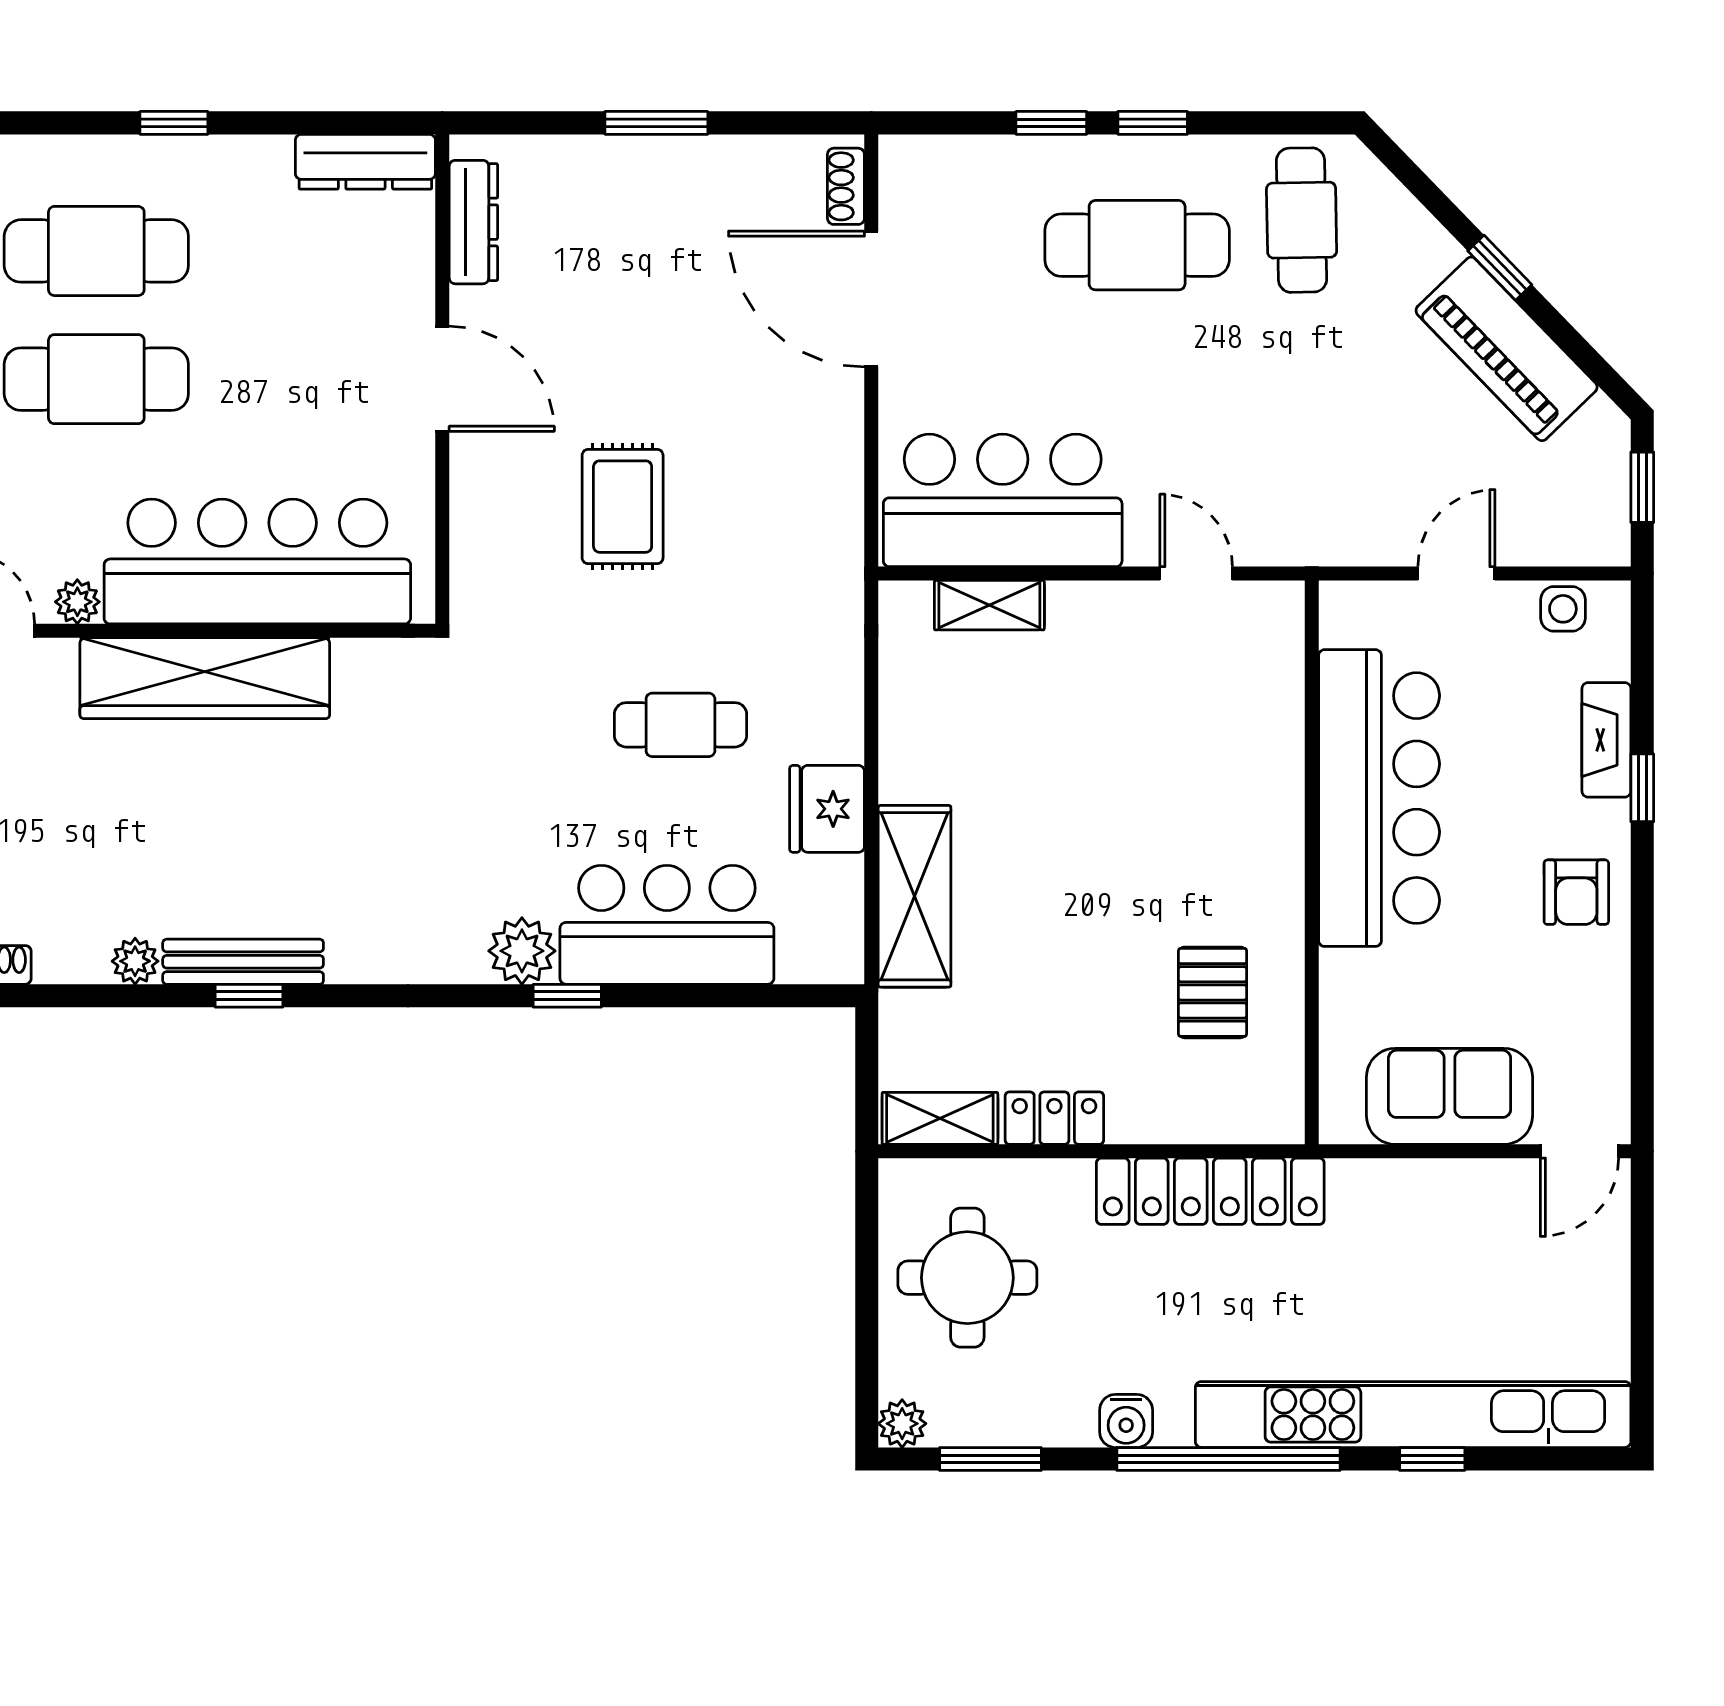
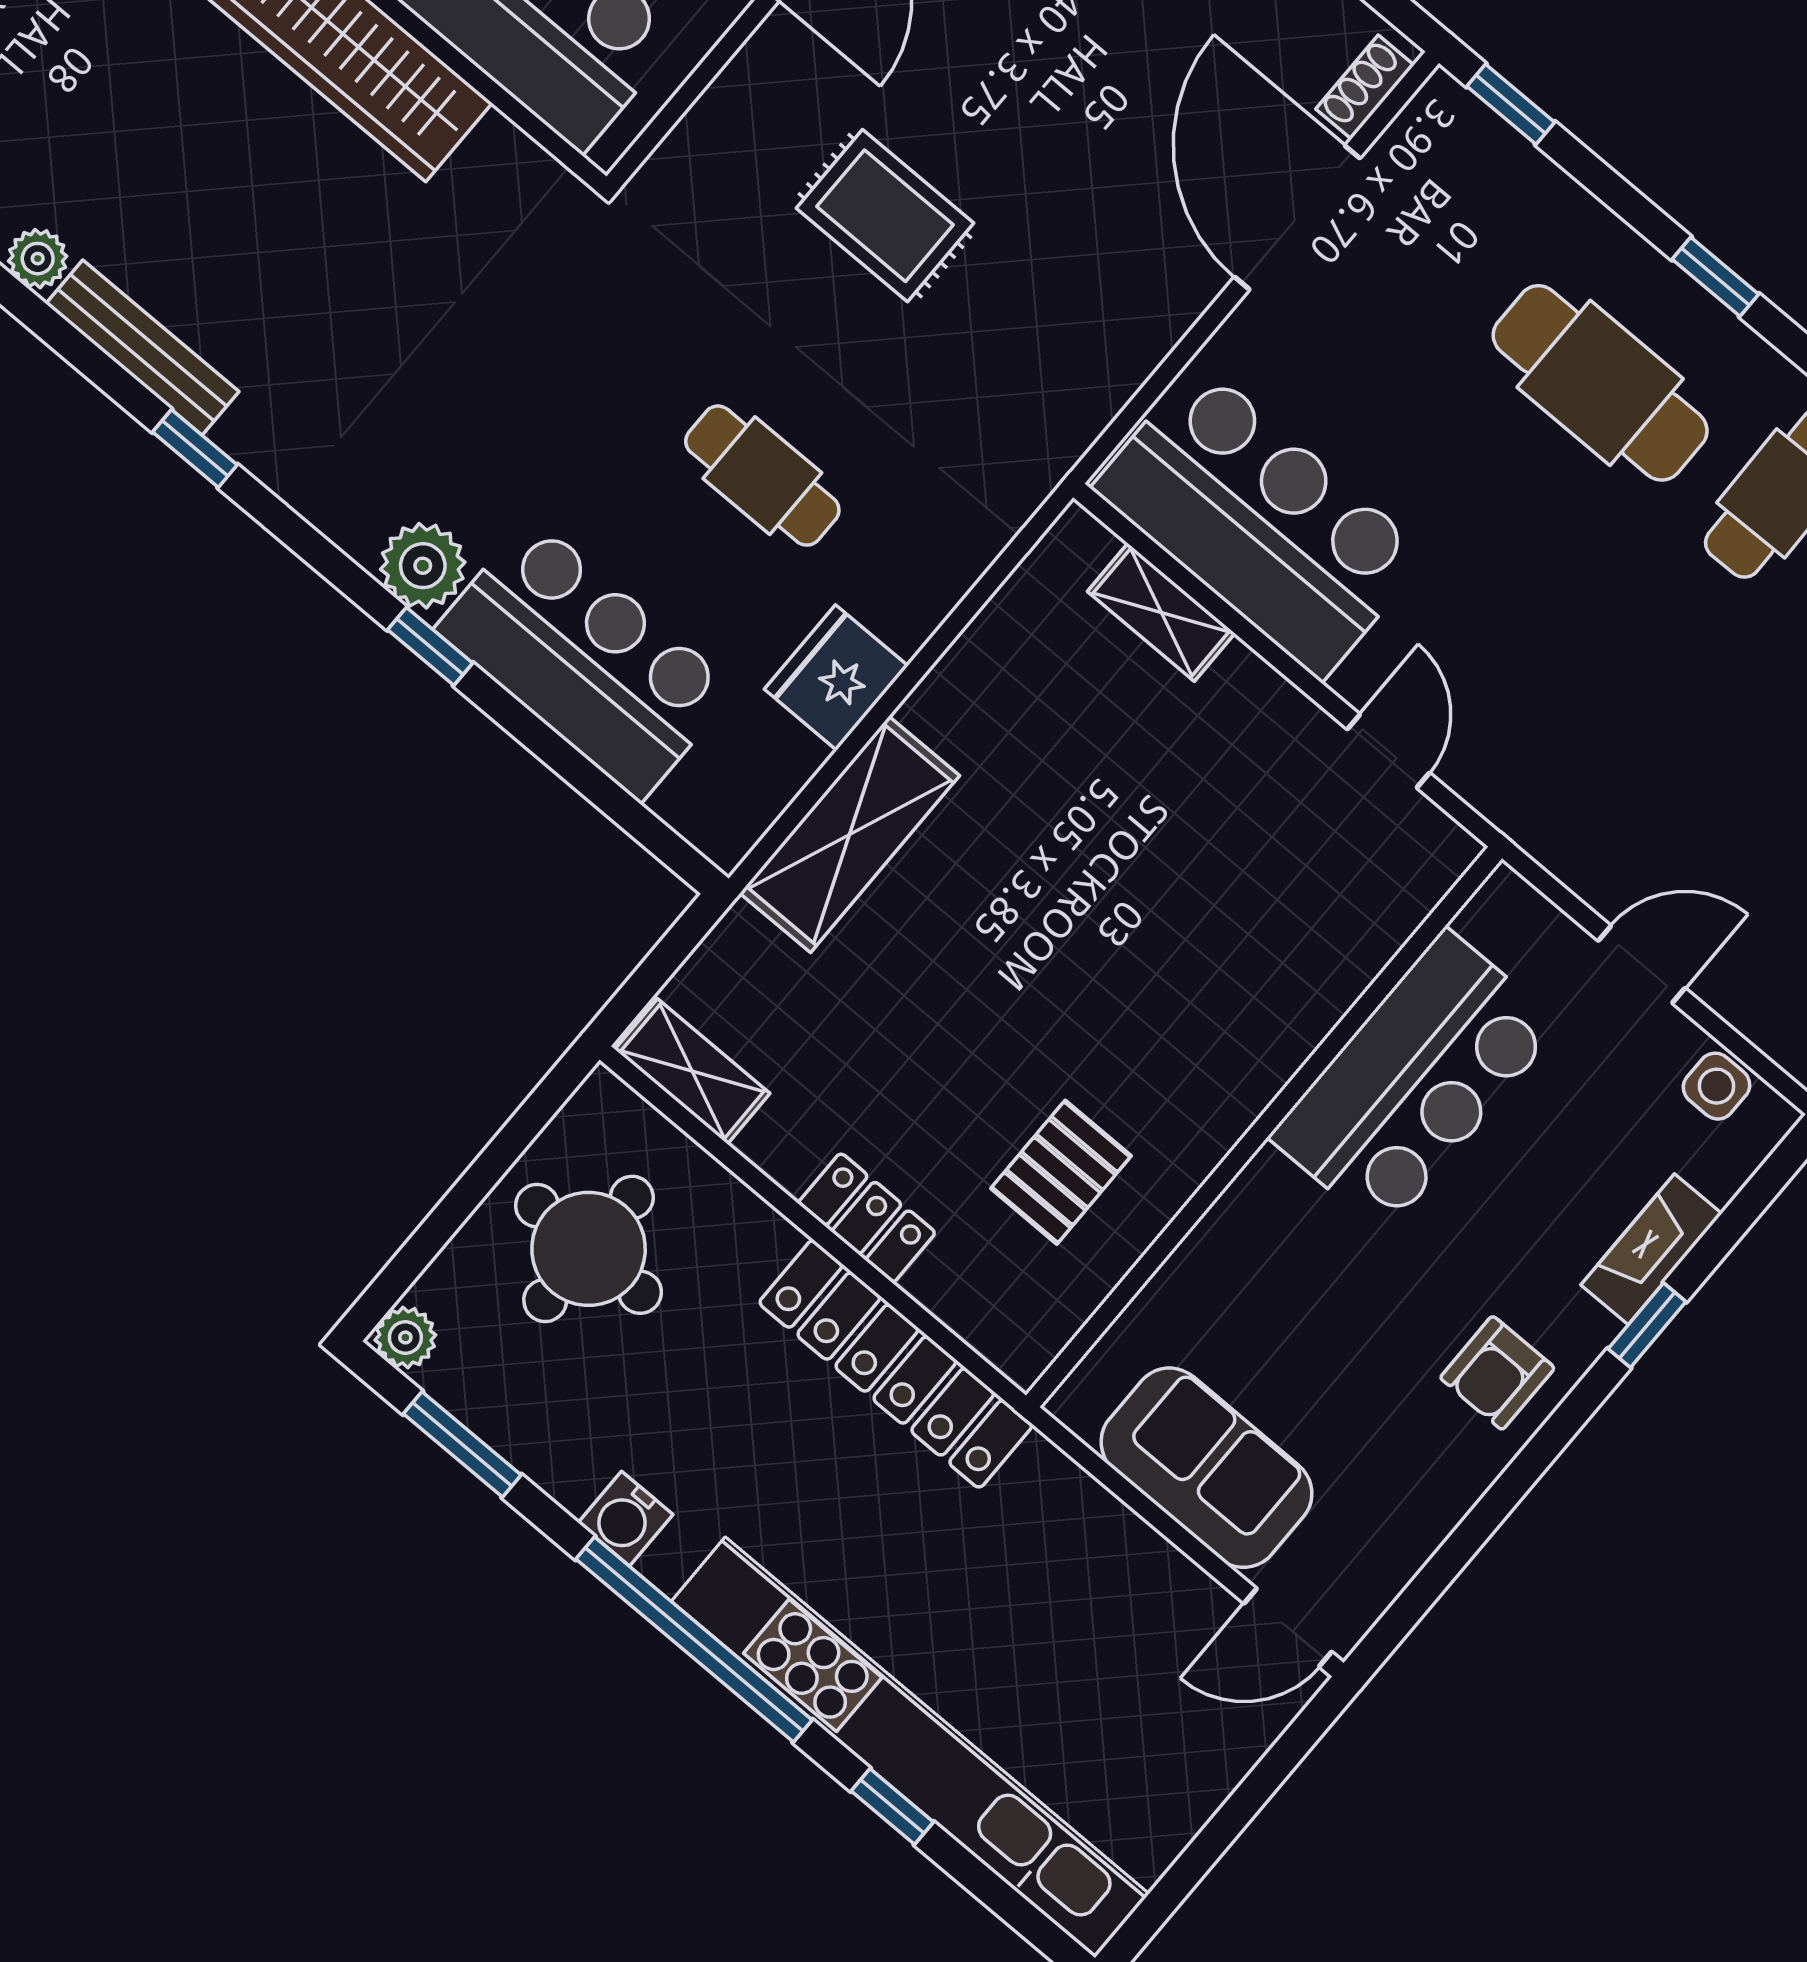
window: (1051, 123) -> (1511, 104), moved
rug: (623, 507) -> (885, 216), turned 90
bar counter: (1379, 798) -> (1415, 1081), width x0.73
window: (249, 996) -> (195, 448), moved
locker: (1054, 1118) -> (867, 1218), moved

